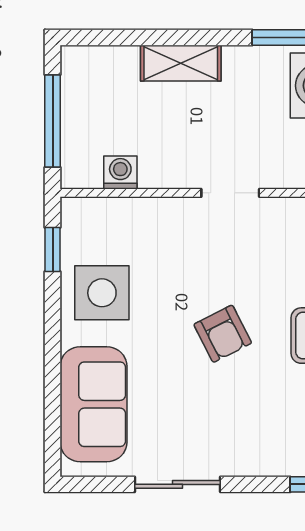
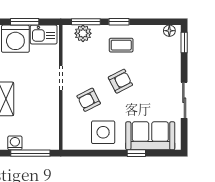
washing machine: (120, 172) -> (15, 143), moved, turned 90
window: (53, 249) -> (136, 153), moved
armchair: (179, 259) -> (89, 100), added

